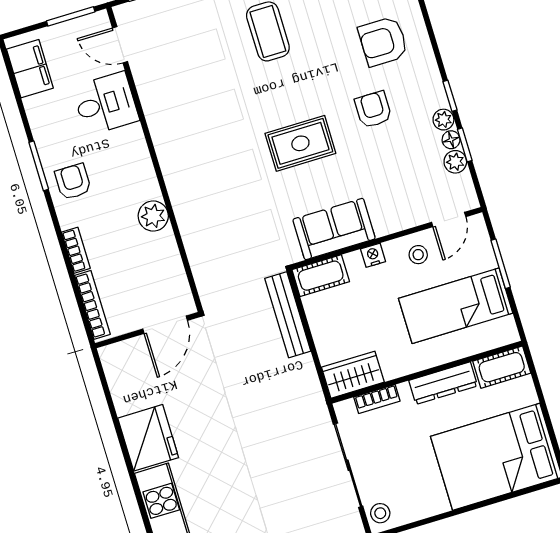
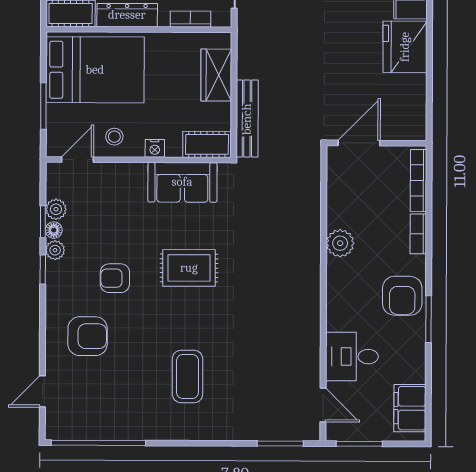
armchair: (373, 110) -> (115, 278), turned 90
armchair: (73, 182) -> (402, 296), width x1.38, depth x1.38
bed: (456, 306) -> (95, 70), width x1.50
wardrobe: (353, 375) -> (216, 75), moved, turned 90

